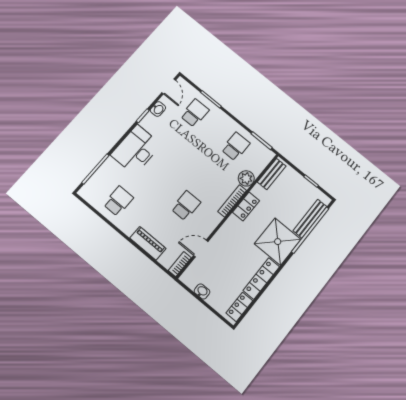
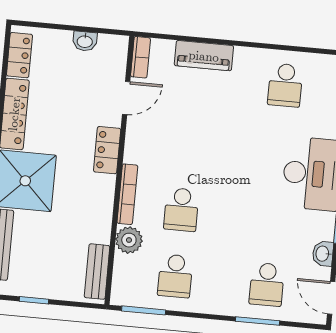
school desk: (186, 206) -> (181, 210), moved
locker: (246, 206) -> (107, 150), moved

